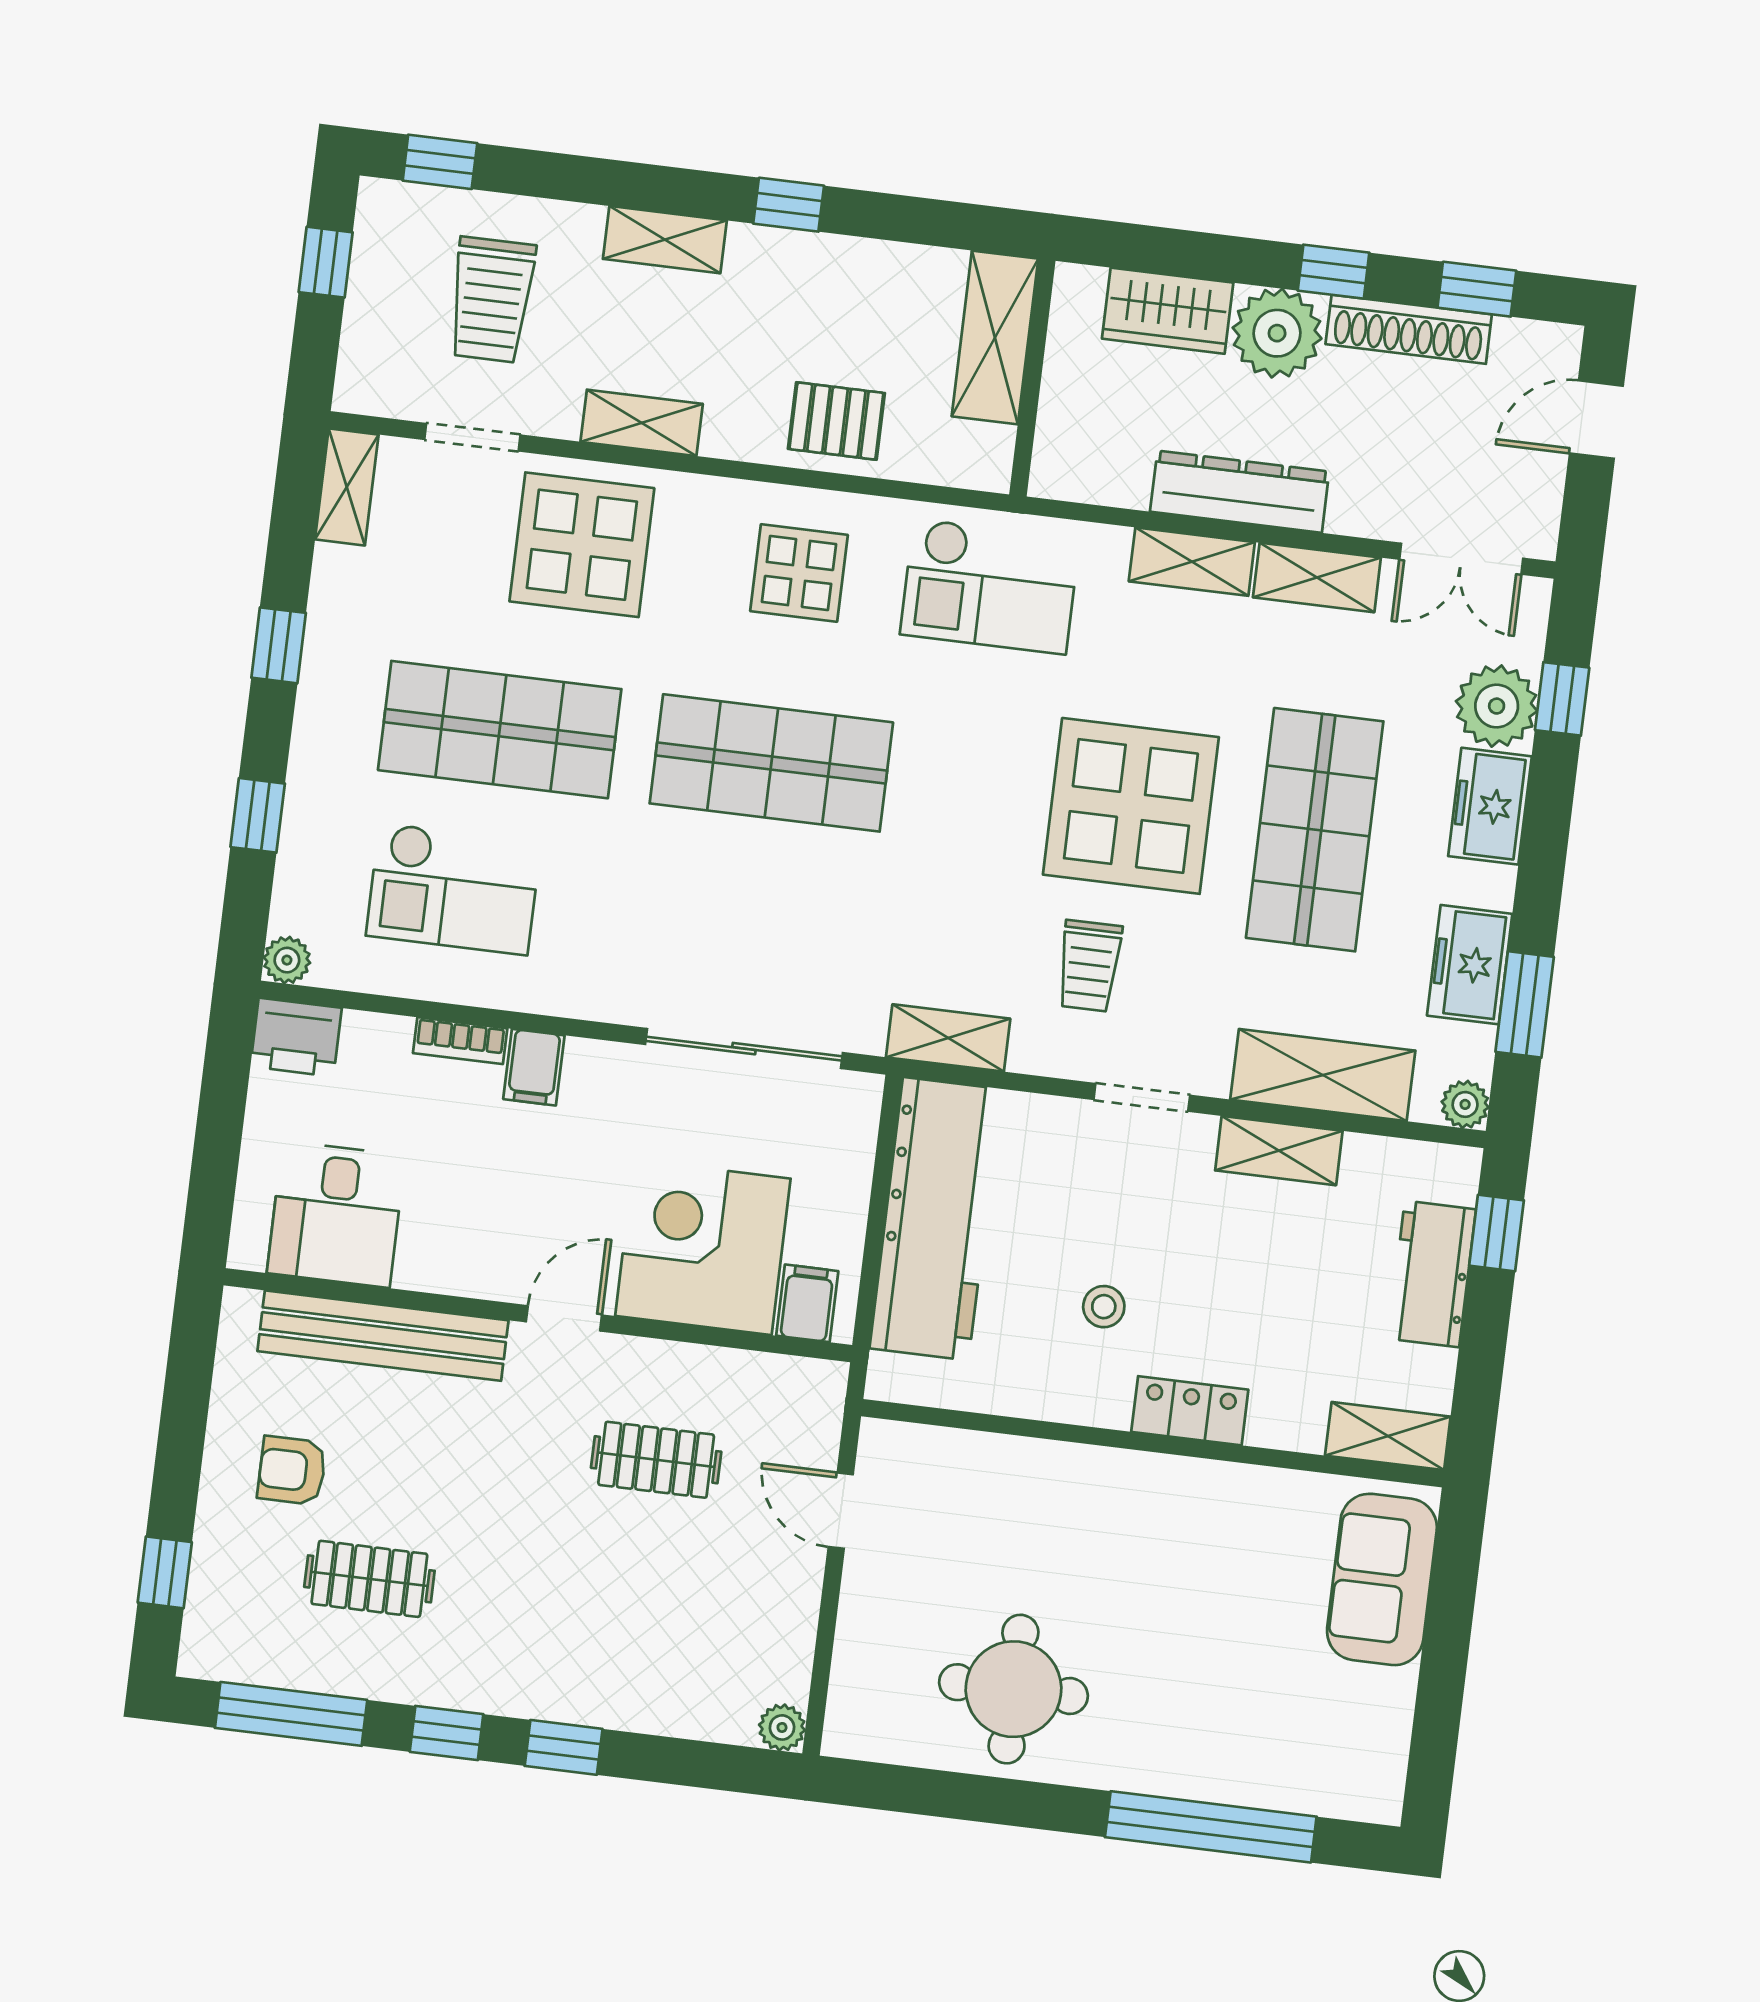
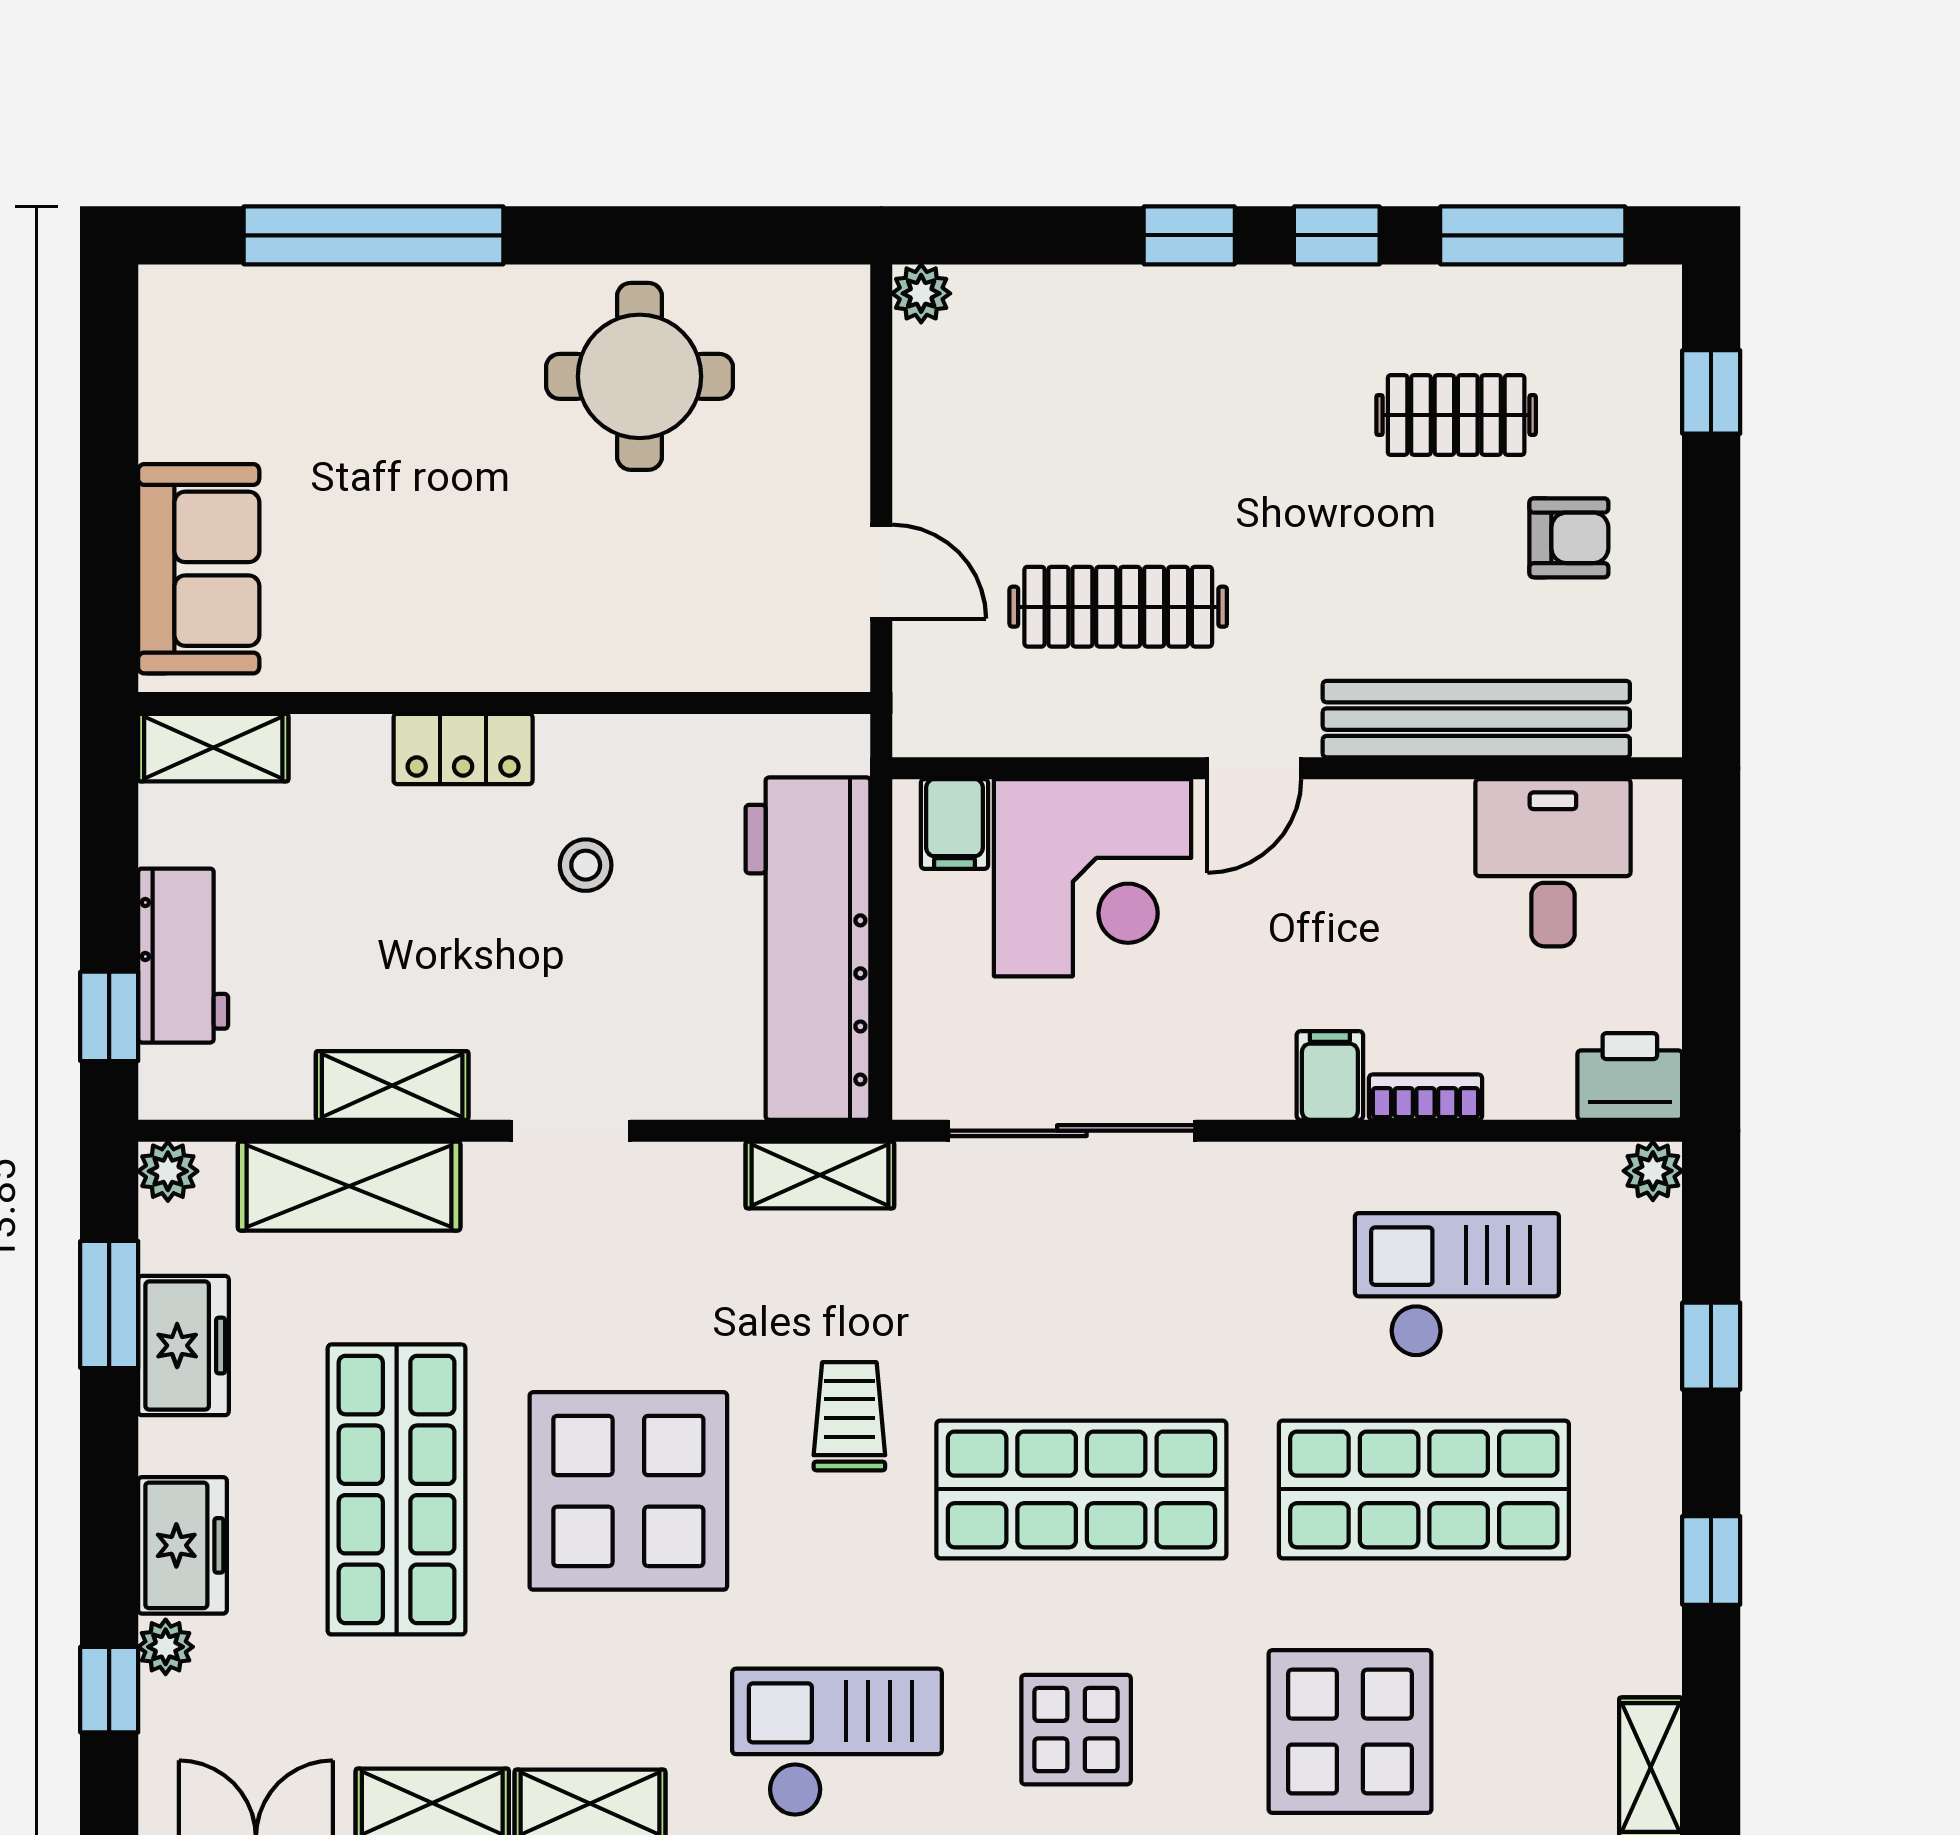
plant: (1497, 706) -> (166, 1647), width x0.53, depth x0.53
trolley: (1089, 966) -> (849, 1416), moved
clothes rail: (656, 1460) -> (1118, 607), width x1.36

